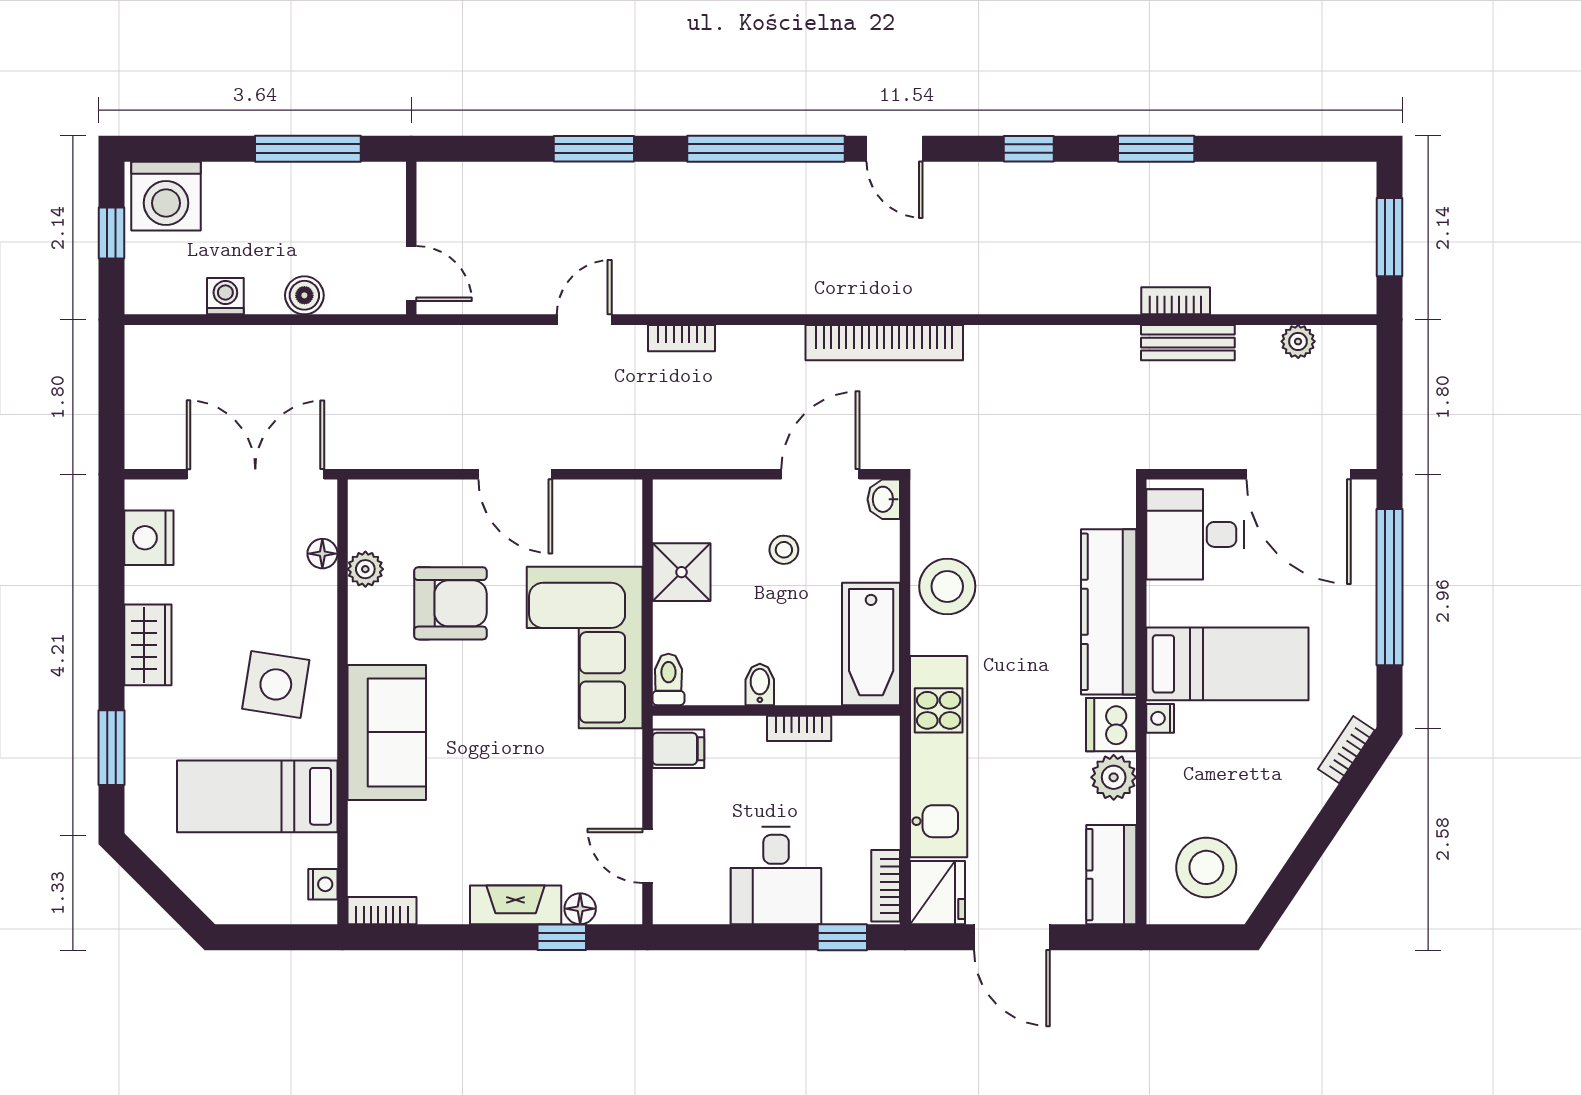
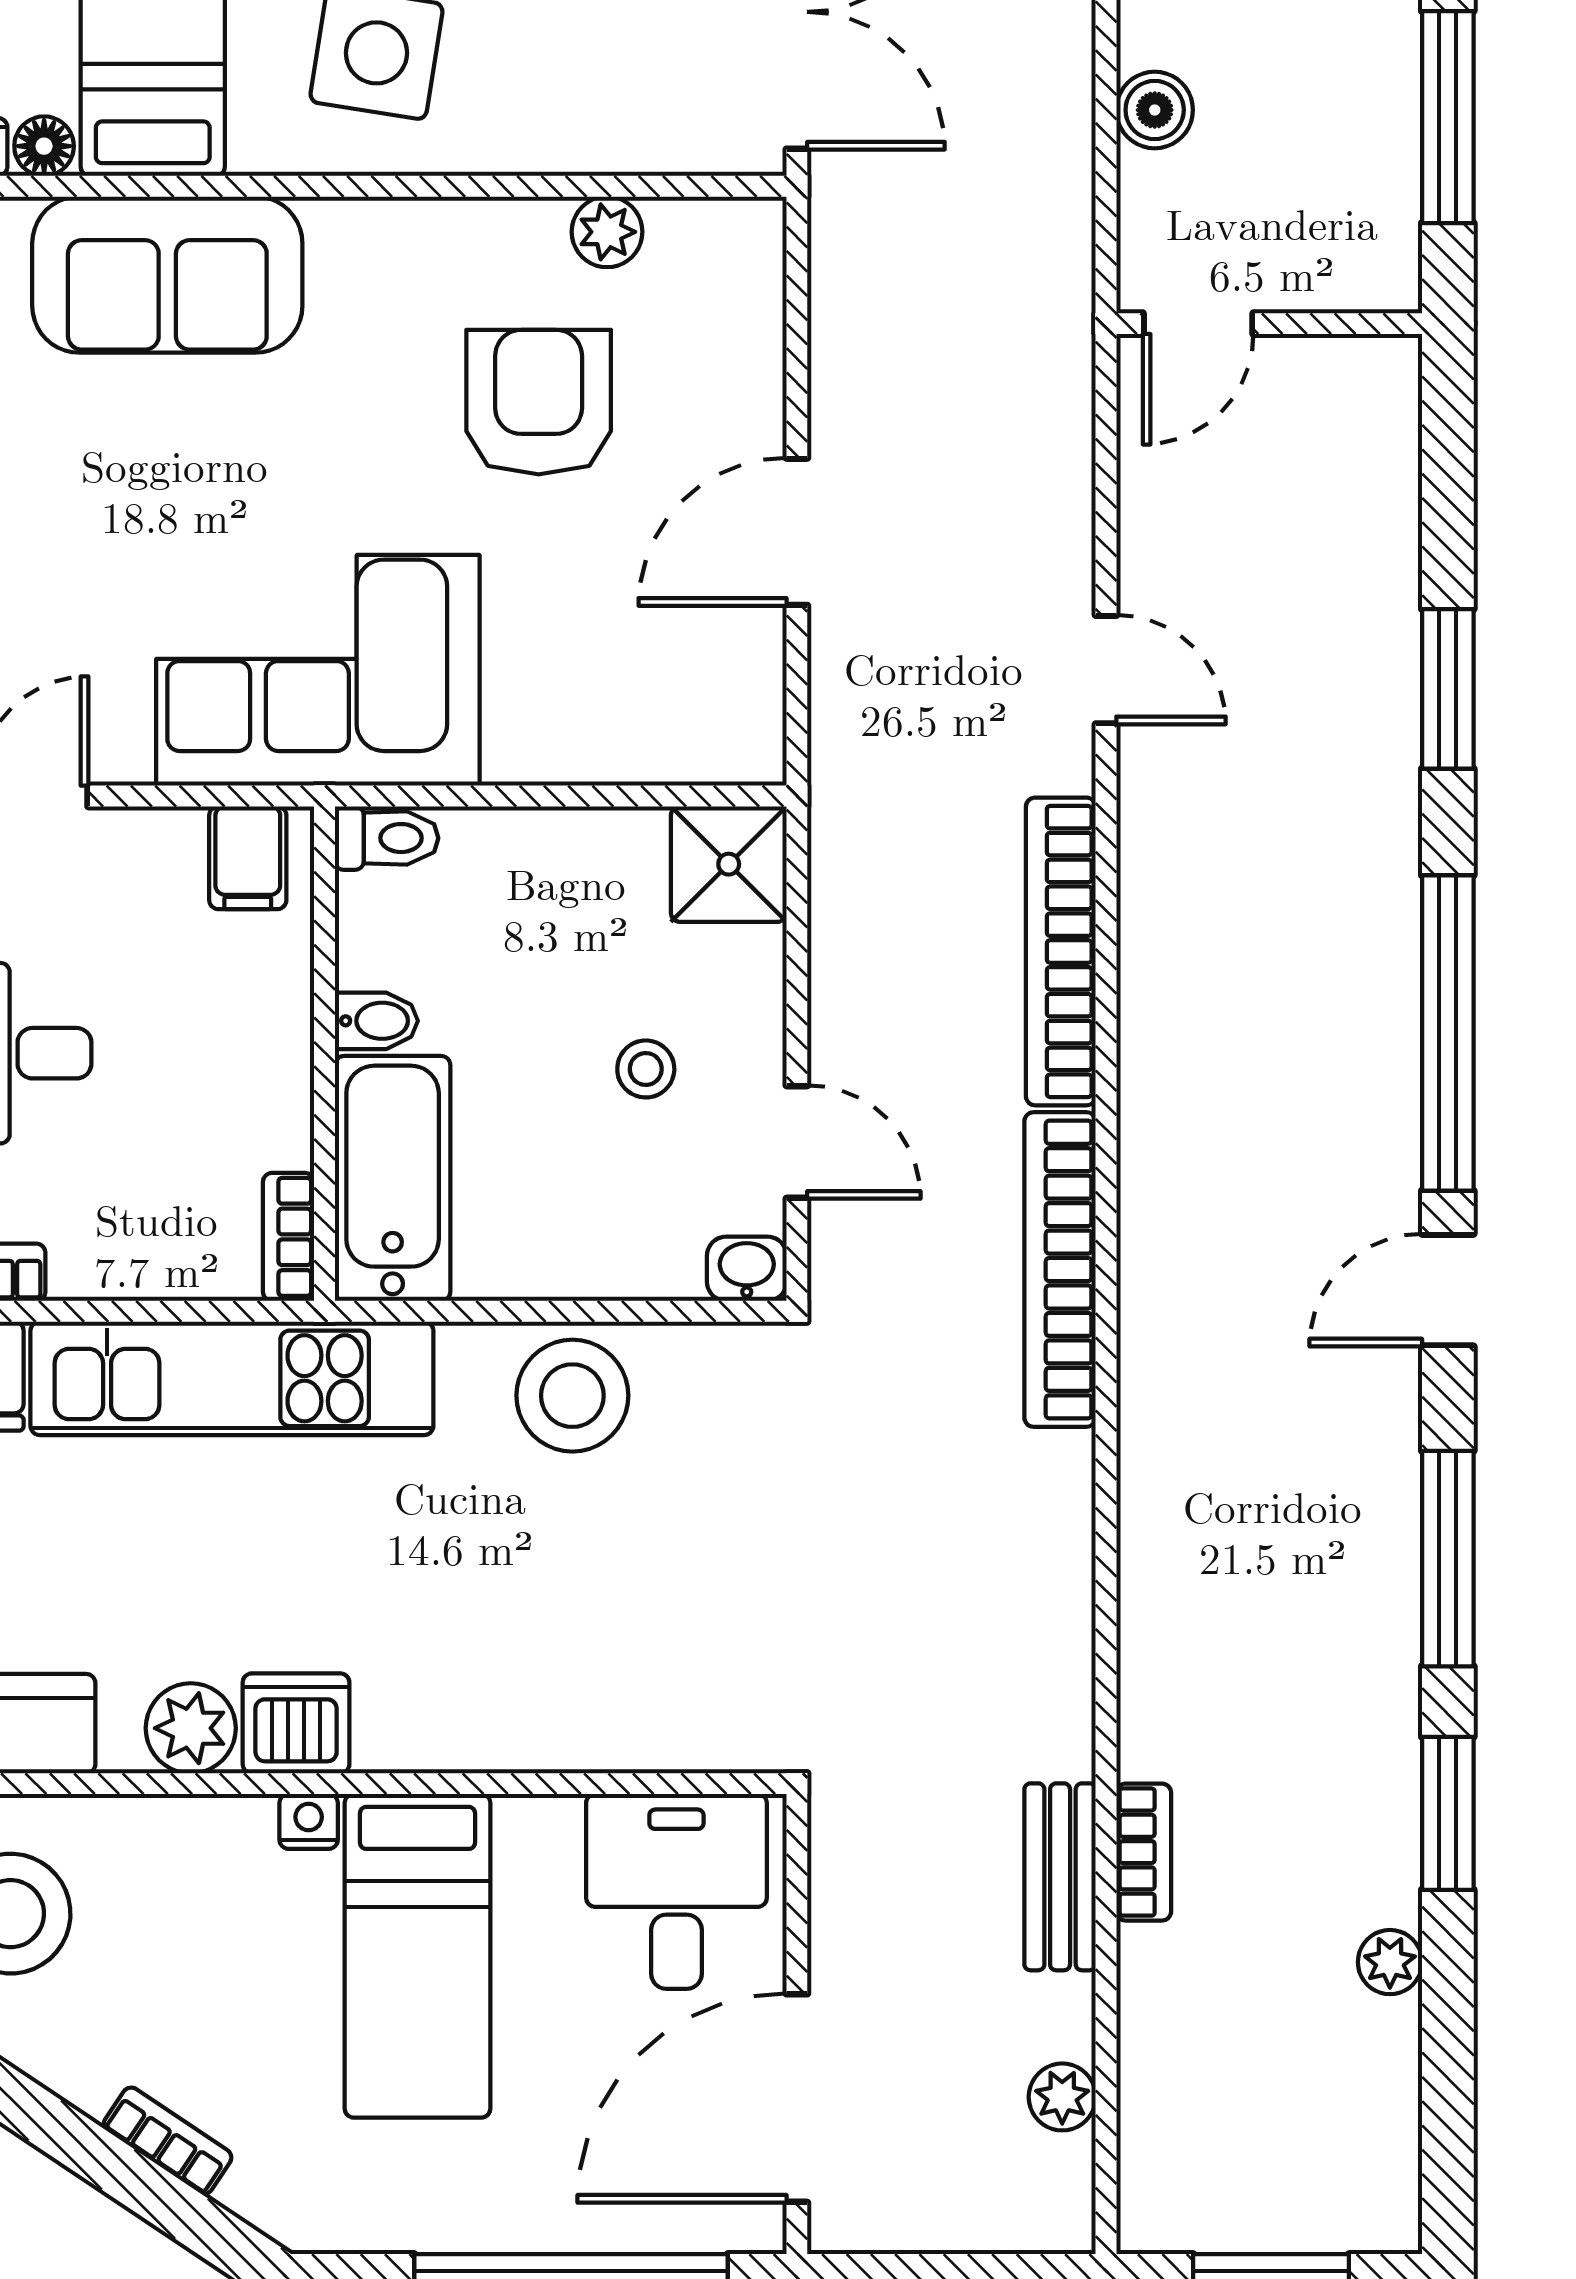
window: (1029, 149) -> (1448, 1559), width x2.17
plant: (1231, 178) -> (1390, 1962), added
bookcase: (682, 338) -> (1061, 951), width x2.31, depth x1.31
door: (820, 474) -> (797, 1142), width x0.73
floor lamp: (322, 554) -> (44, 146), moved
shower: (681, 572) -> (729, 864), moved
armchair: (450, 603) -> (539, 402), turned 180
kitchen counter: (1109, 612) -> (522, 1718), removed
bathtub: (871, 644) -> (393, 1178), moved, turned 90
corner sofa: (585, 647) -> (318, 670), moved
bookcase: (799, 728) -> (289, 1237), moved
sofa: (387, 732) -> (167, 275), moved
bookcase: (1346, 750) -> (168, 2141), moved

